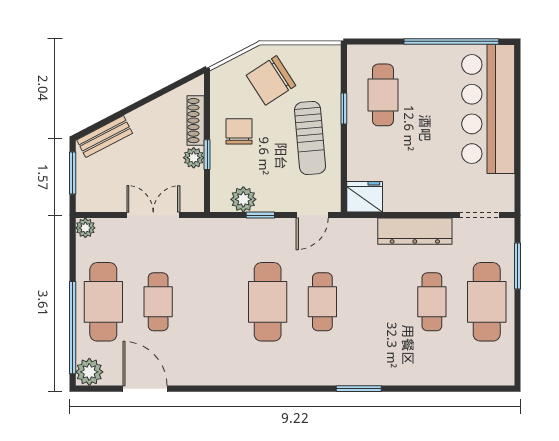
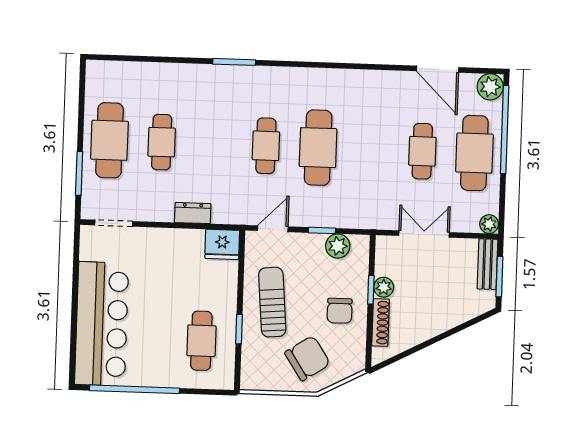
bench: (105, 137) -> (487, 264), moved, turned -63
double door: (153, 215) -> (424, 234), swing flipped
dresser: (415, 231) -> (193, 213), width x0.51, depth x0.80

